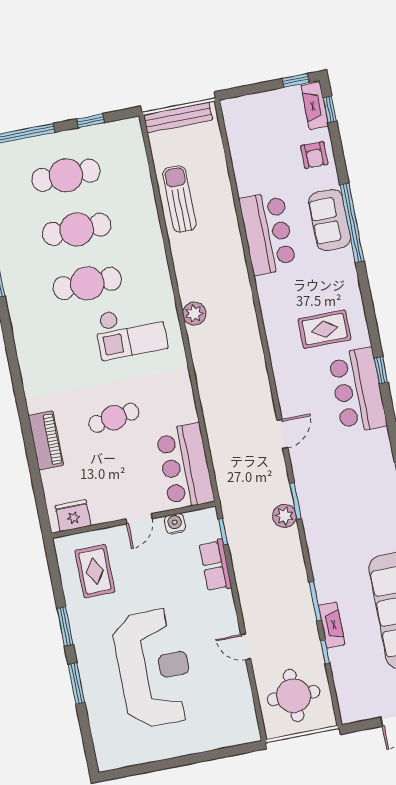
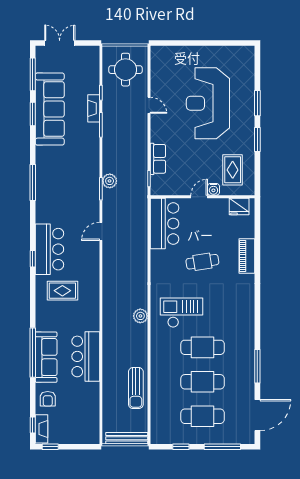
armchair: (314, 155) -> (48, 399), turned 180
sofa: (330, 220) -> (46, 357), width x1.36
water cooler: (175, 524) -> (213, 189), moved

